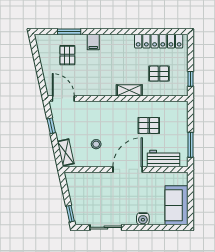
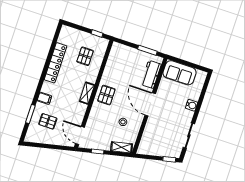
locker: (159, 41) -> (55, 63), moved
shelving: (129, 90) -> (87, 93), moved
door: (63, 99) -> (80, 135), hinge flipped
pallet: (149, 125) -> (106, 95), moved
sofa: (177, 205) -> (180, 73), moved

